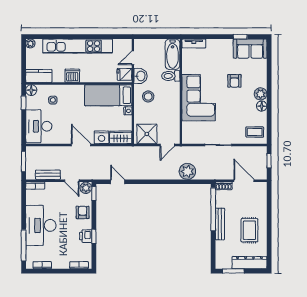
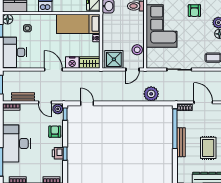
stool: (148, 97) -> (137, 50), moved

